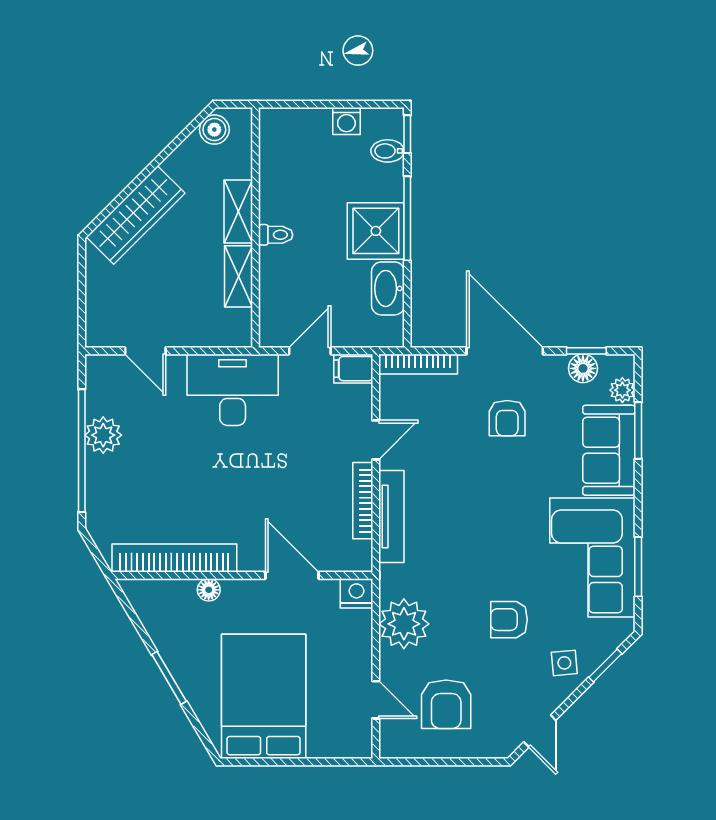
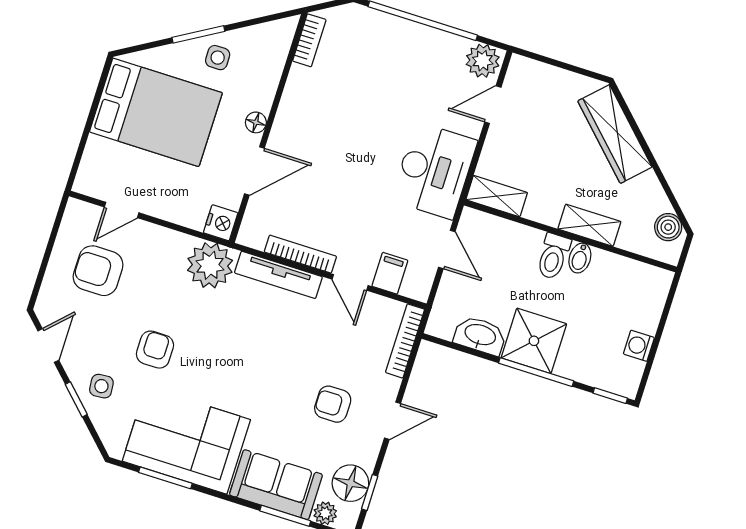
bidet: (388, 151) -> (580, 258), moved, turned 180
toilet: (276, 235) -> (553, 256), width x1.37, depth x1.39
shelving: (239, 276) -> (497, 196), moved
door: (505, 351) -> (392, 421), width x0.53
floor lamp: (583, 368) -> (350, 483), width x1.38, depth x1.38
filing cabinet: (353, 369) -> (390, 273), moved
plant: (103, 435) -> (483, 61), moved
bookcase: (174, 558) -> (309, 40), width x0.43, depth x0.76
floor lamp: (209, 590) -> (256, 122), moved
plant: (404, 624) -> (210, 265), moved
side table: (187, 651) -> (218, 58), added
window: (605, 666) -> (76, 399), moved
door: (540, 731) -> (48, 346), swing flipped

